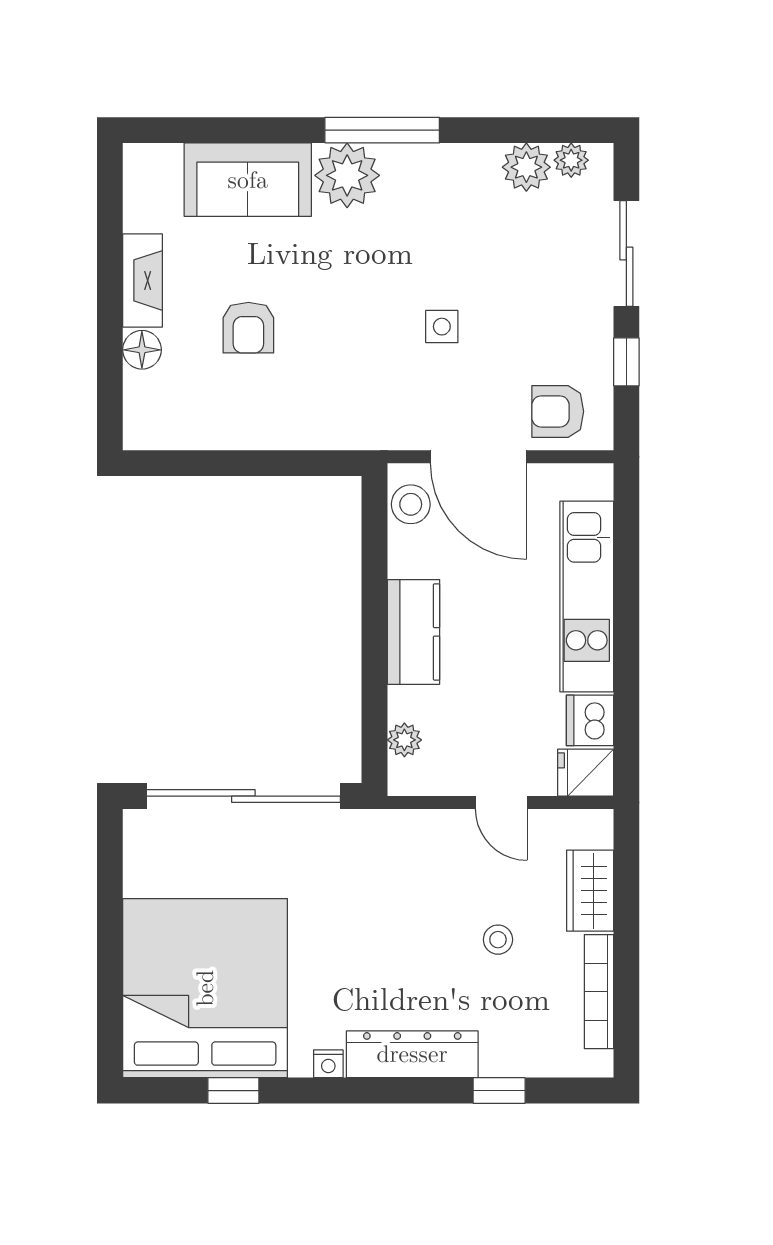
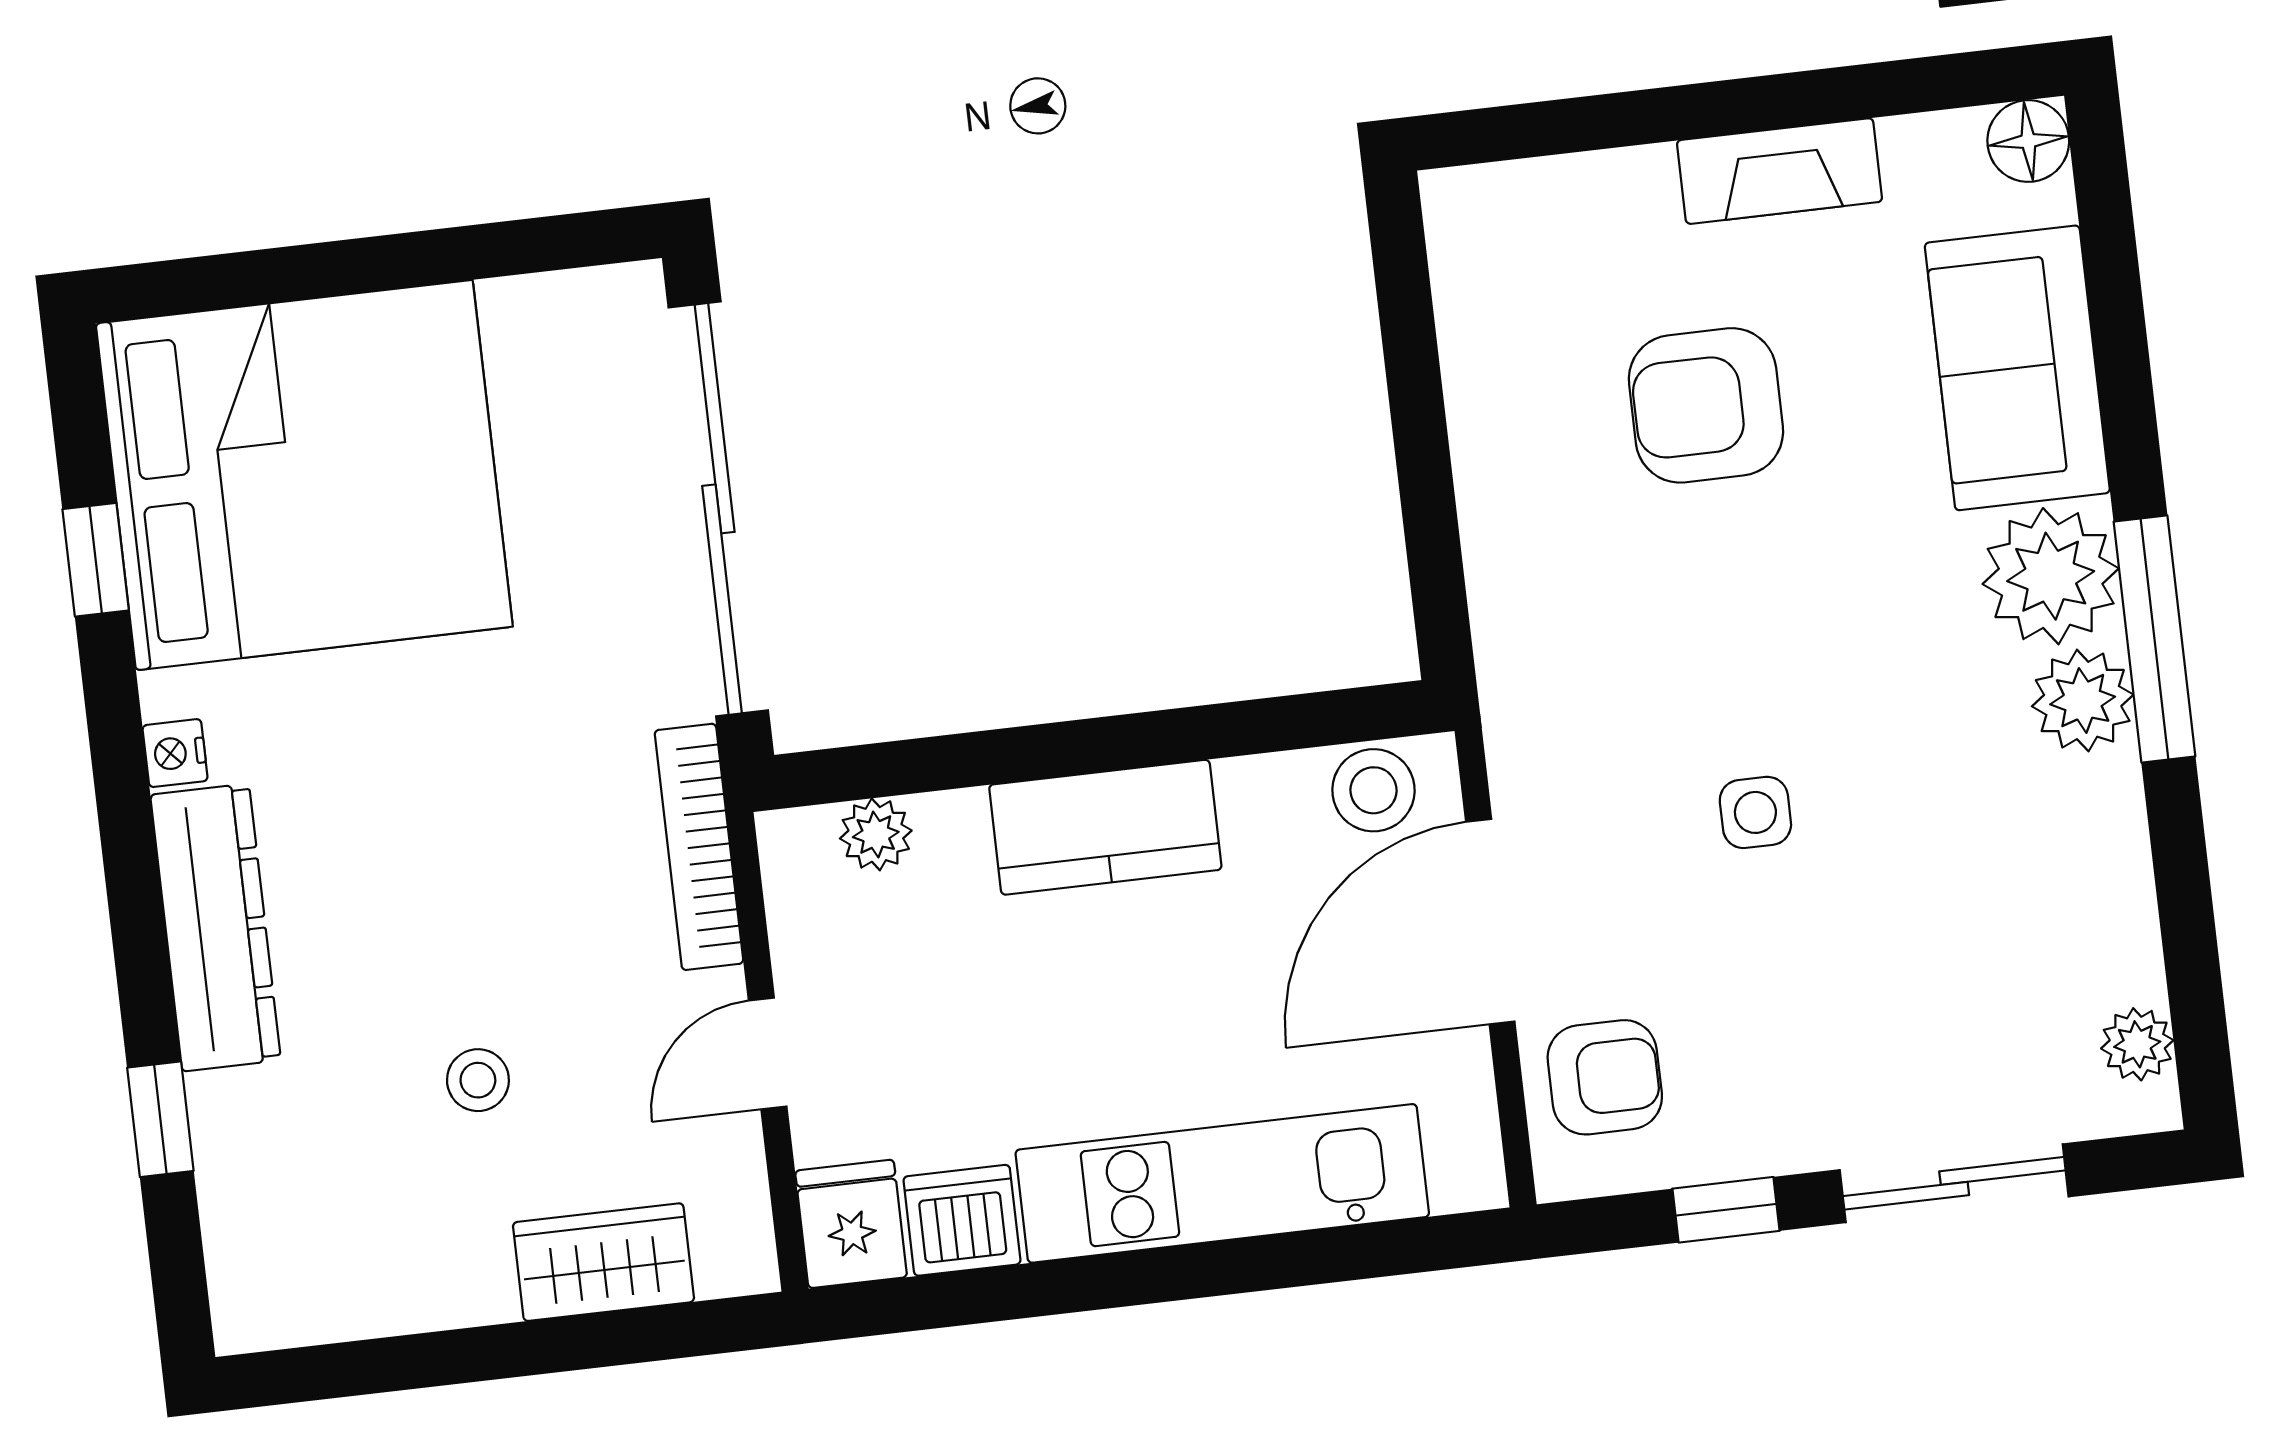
plant: (526, 167) -> (2083, 700), moved
armchair: (248, 328) -> (1706, 405), width x1.38, depth x1.38
floor lamp: (142, 350) -> (2028, 141), moved
armchair: (558, 411) -> (1605, 1077), turned 90
bookcase: (599, 992) -> (699, 847), moved, turned -90

